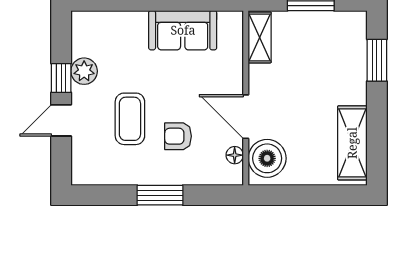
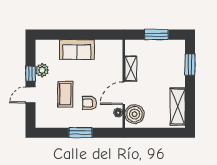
sofa: (183, 30) -> (77, 49), moved
shelving: (260, 37) -> (131, 69), moved
door: (246, 117) -> (124, 93), hinge flipped

